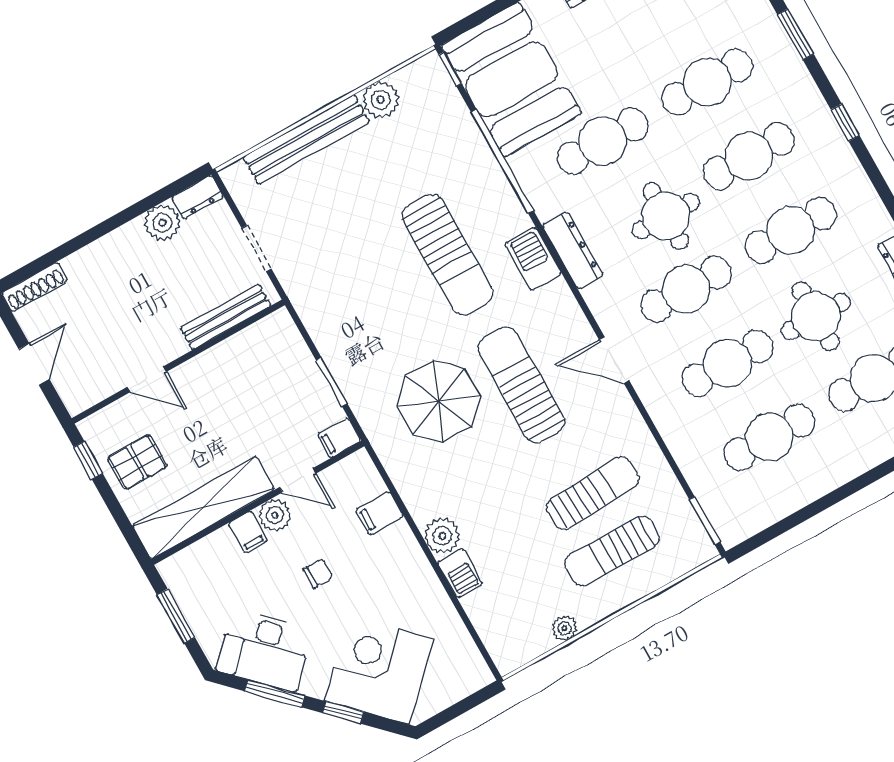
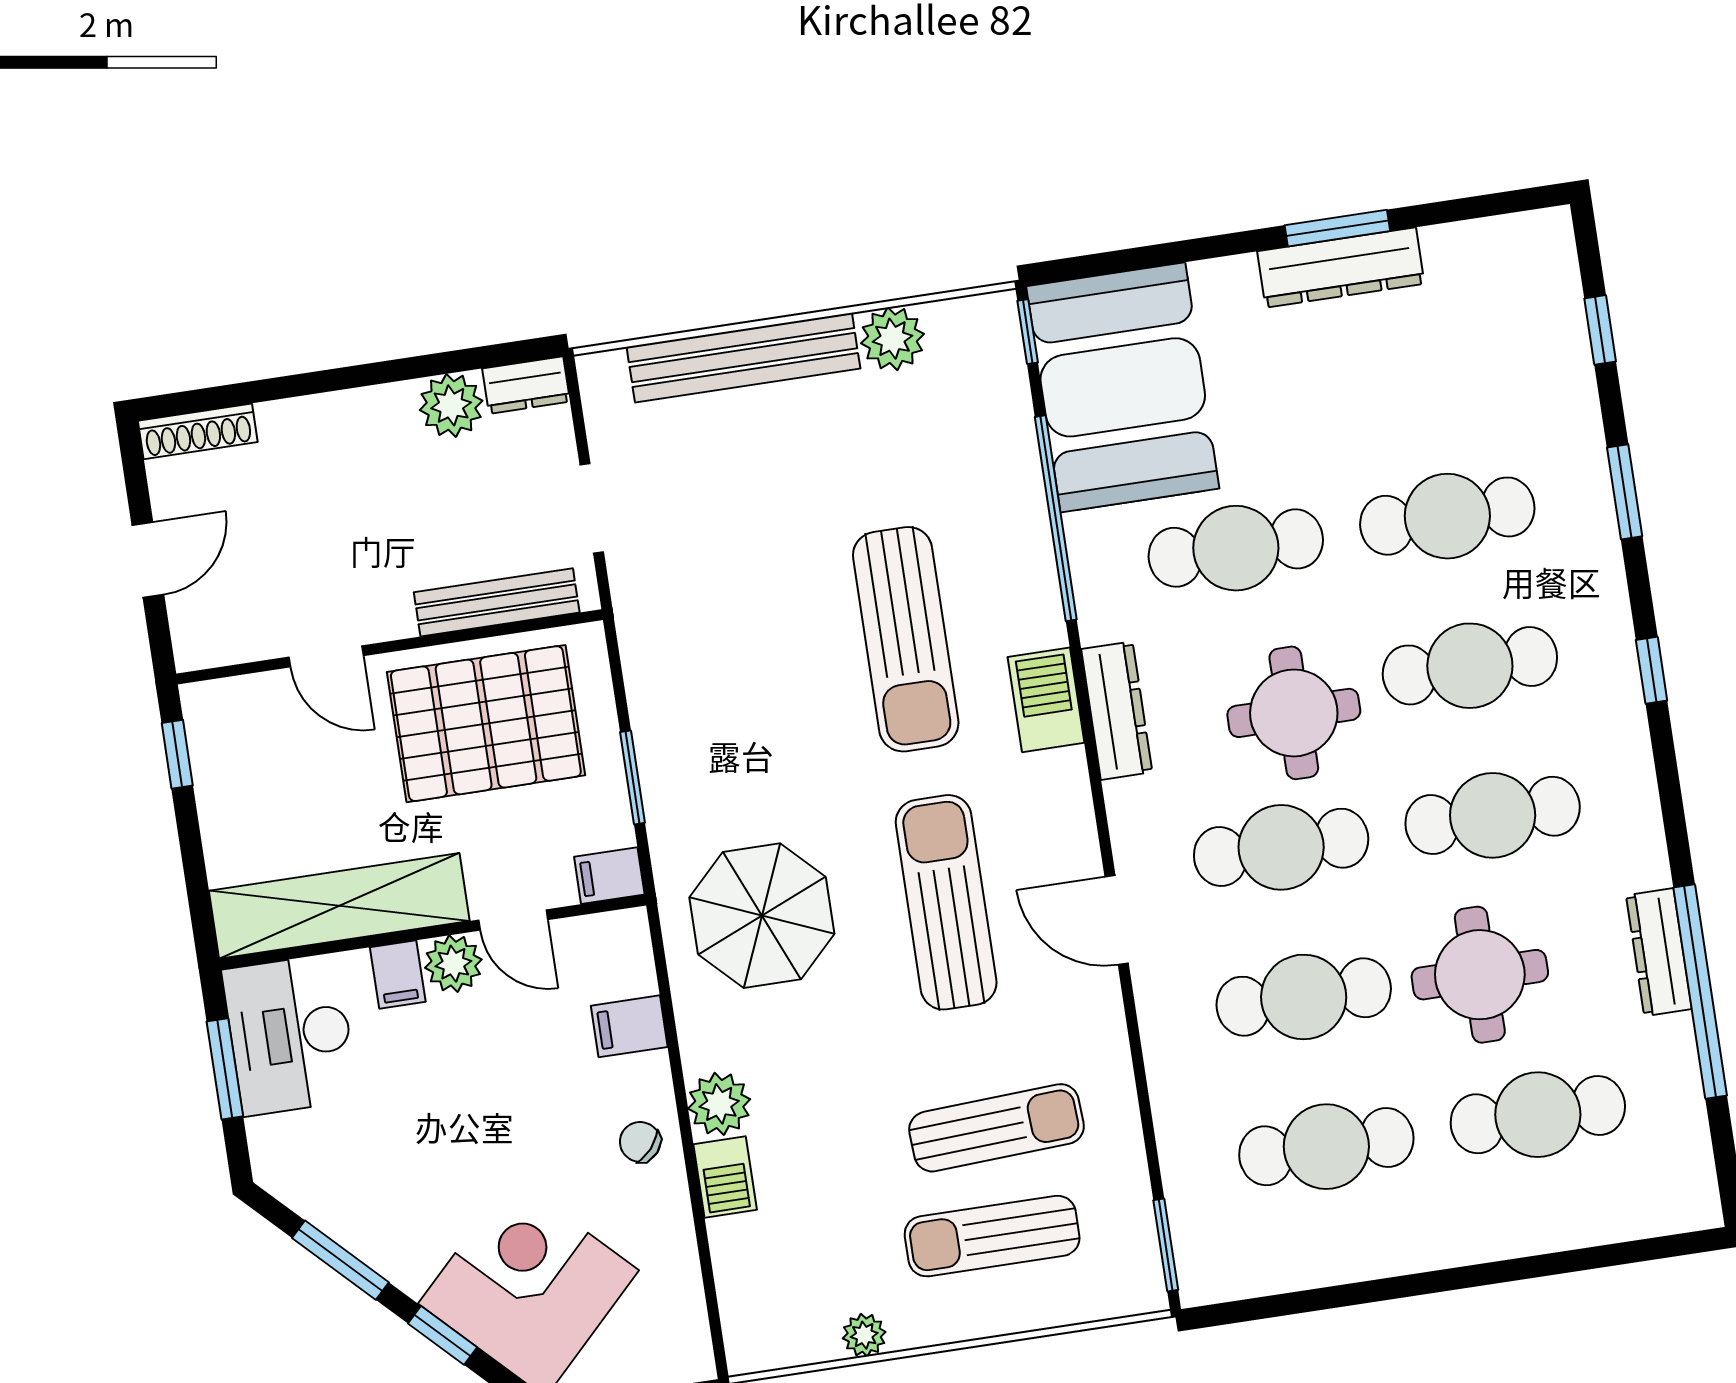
parasol: (439, 401) -> (762, 916), moved
pallet: (137, 462) -> (486, 724), moved, width x2.05, depth x2.00
chair: (318, 573) -> (640, 1142), moved, turned -139
desk: (264, 650) -> (290, 1035), moved, turned 45

